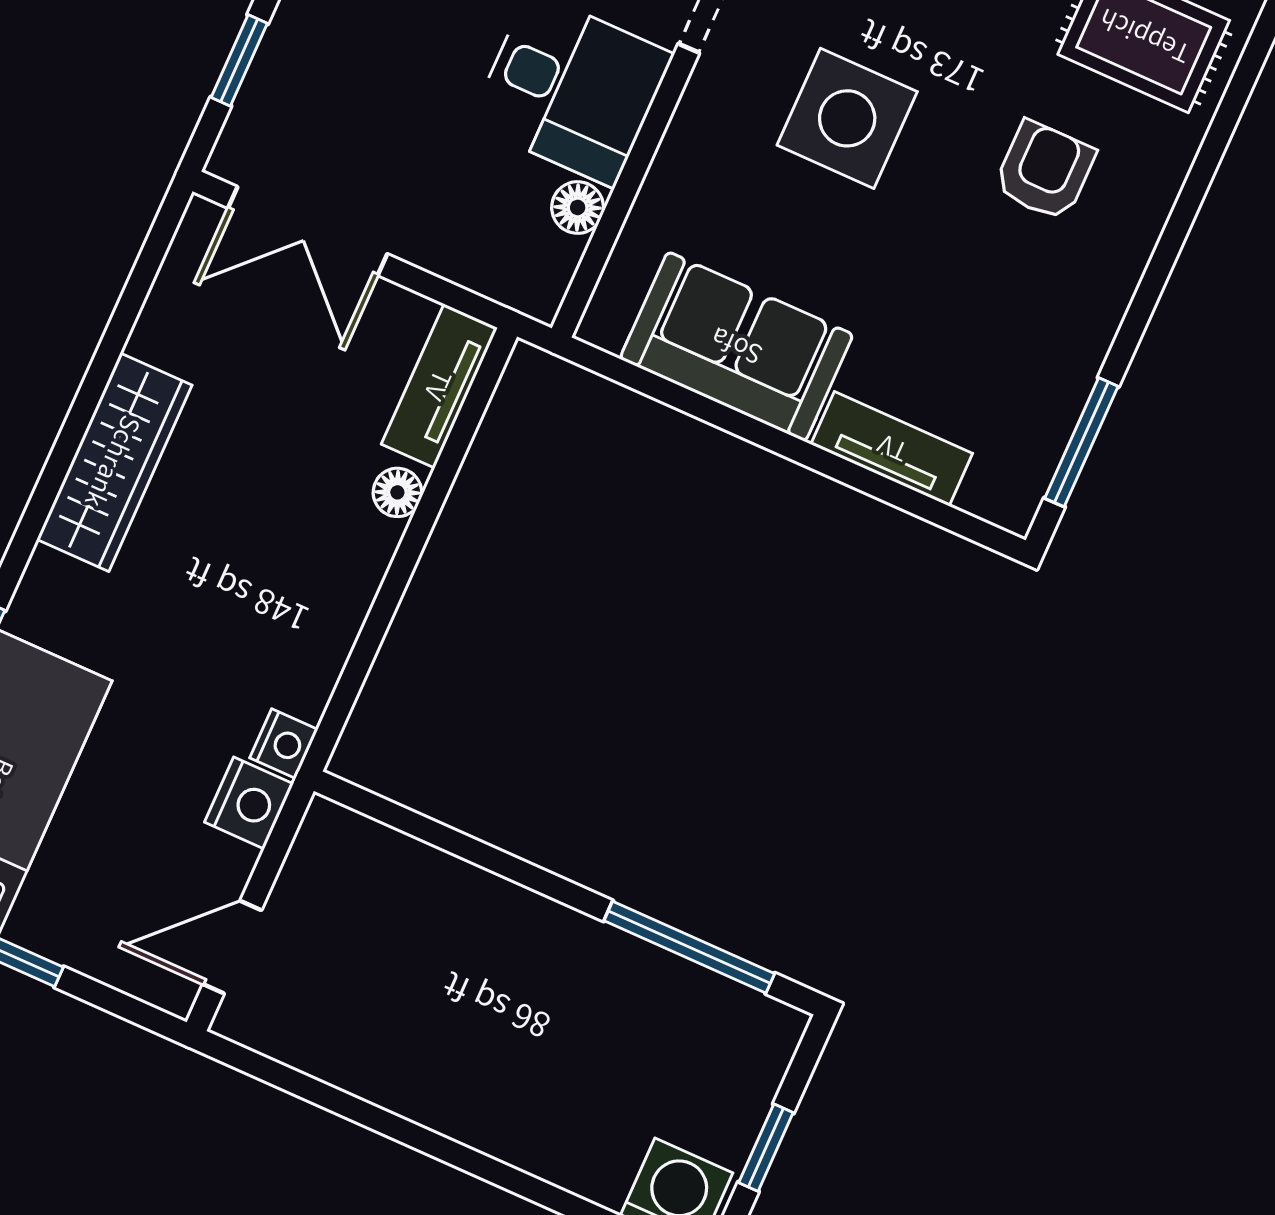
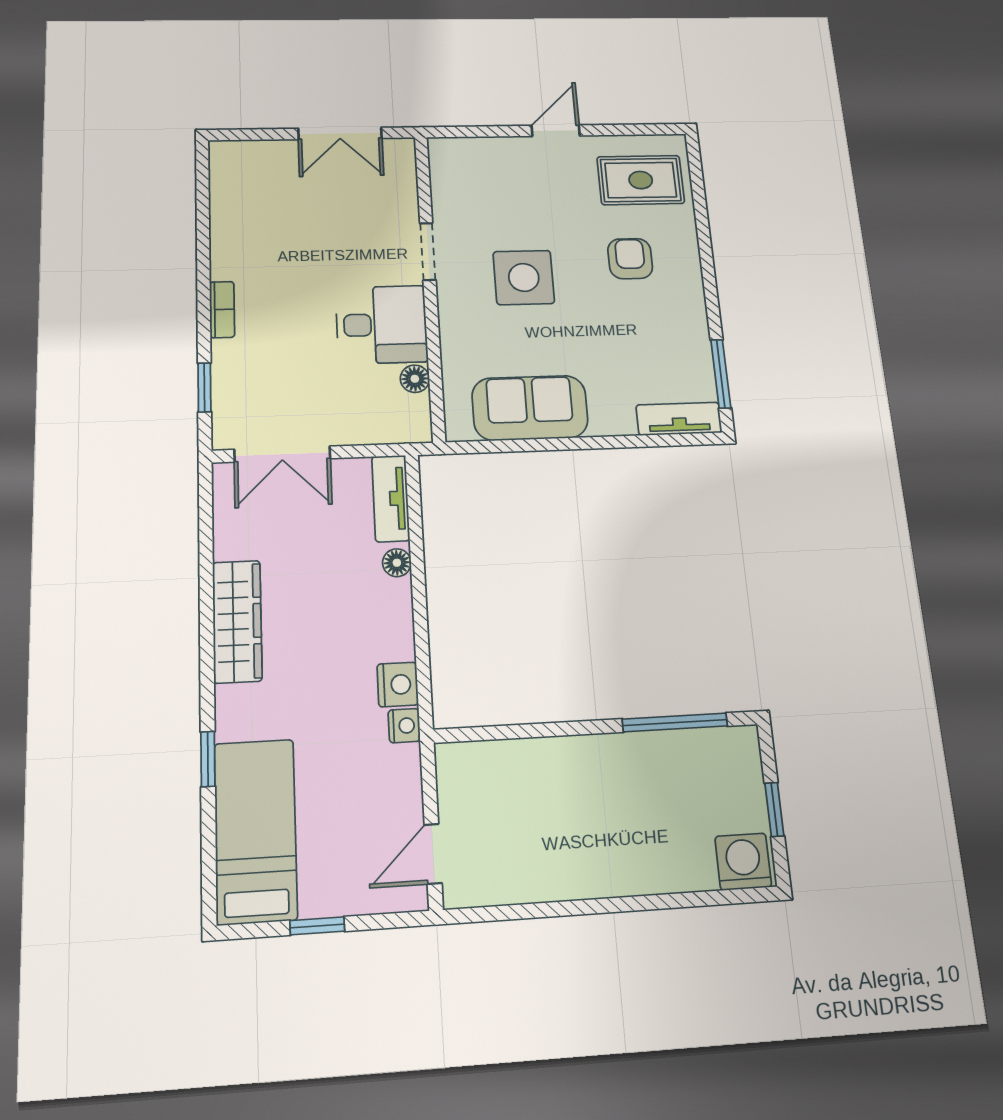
tv unit: (892, 449) -> (679, 419), moved
nightstand: (249, 803) -> (398, 684), moved

